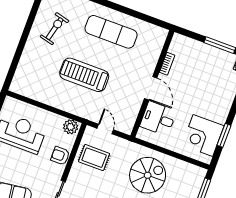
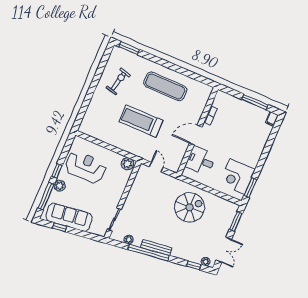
door: (151, 88) -> (196, 135), swing flipped
window: (224, 135) -> (250, 188), moved
armchair: (60, 156) -> (118, 187), removed
rug: (94, 158) -> (146, 190), removed

